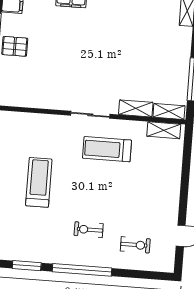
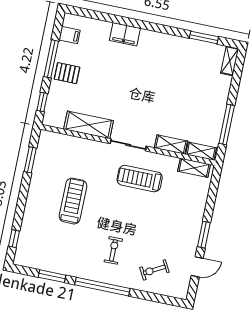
shelving: (45, 99) -> (89, 125), added
window: (183, 200) -> (204, 235), added
exercise bike: (89, 230) -> (113, 250), turned 90
exercise bike: (135, 245) -> (154, 270), turned 151

